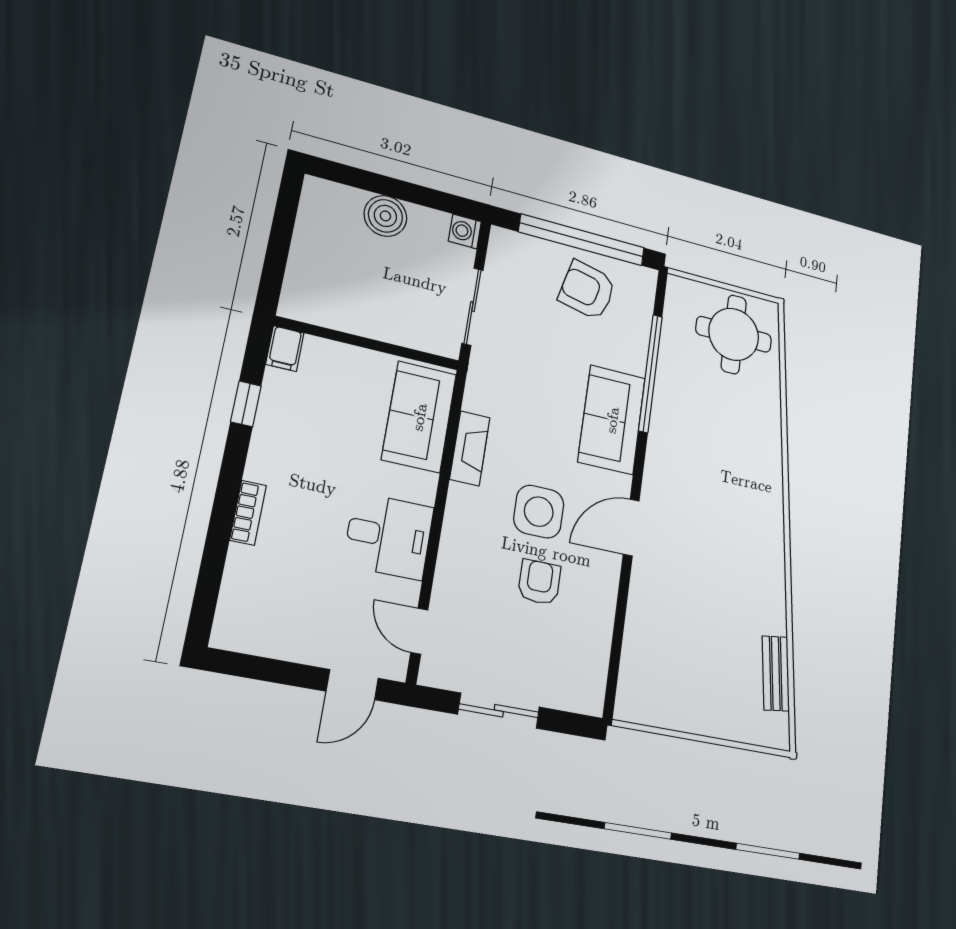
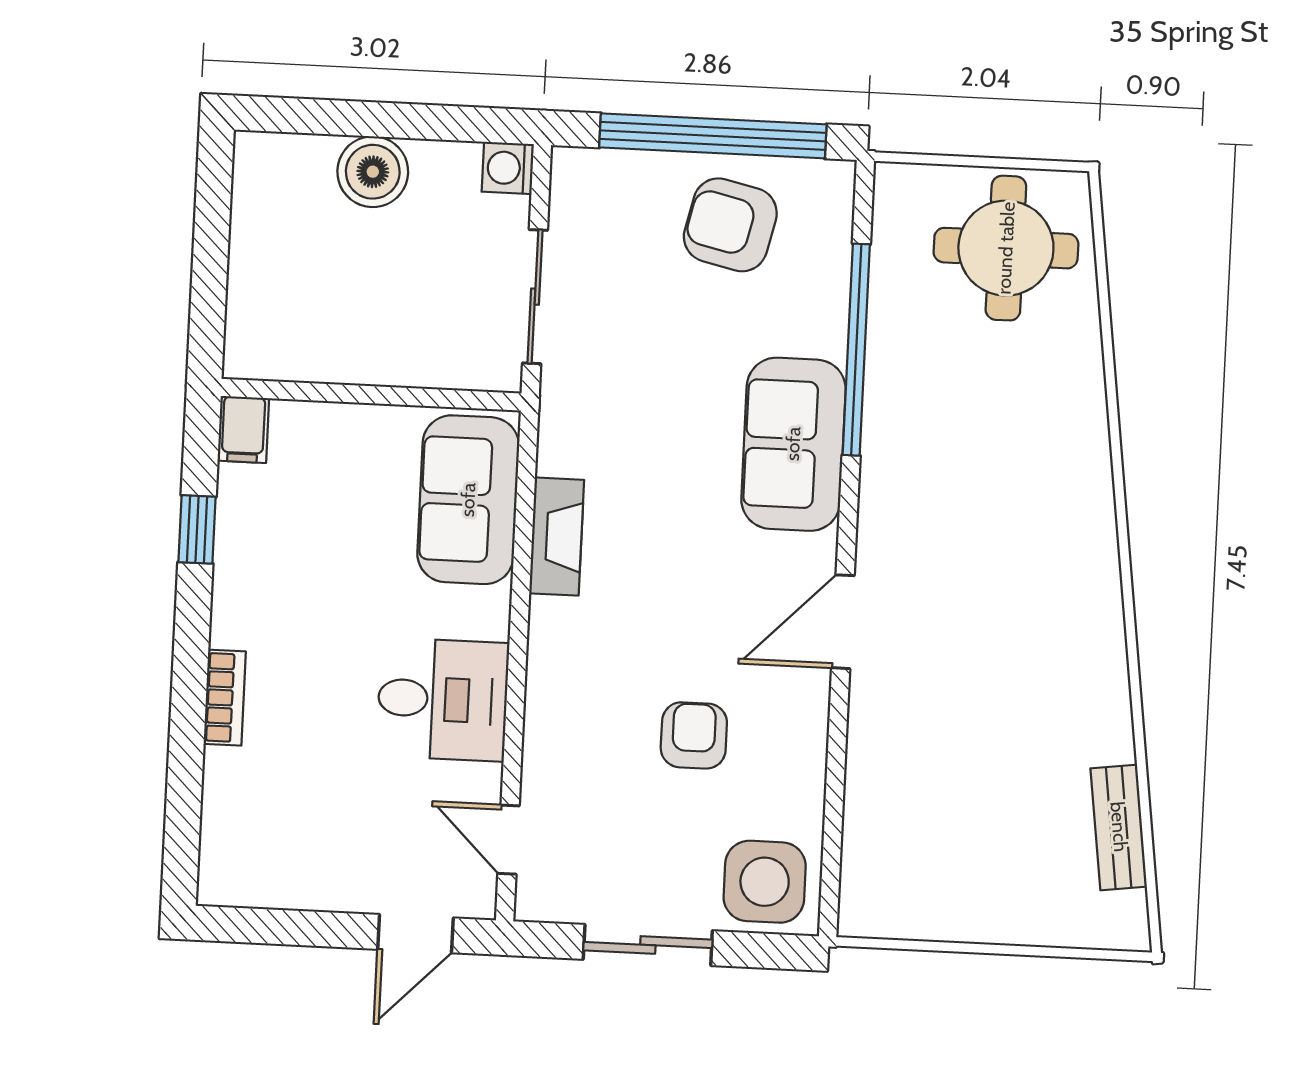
side table: (539, 512) -> (765, 882), moved

